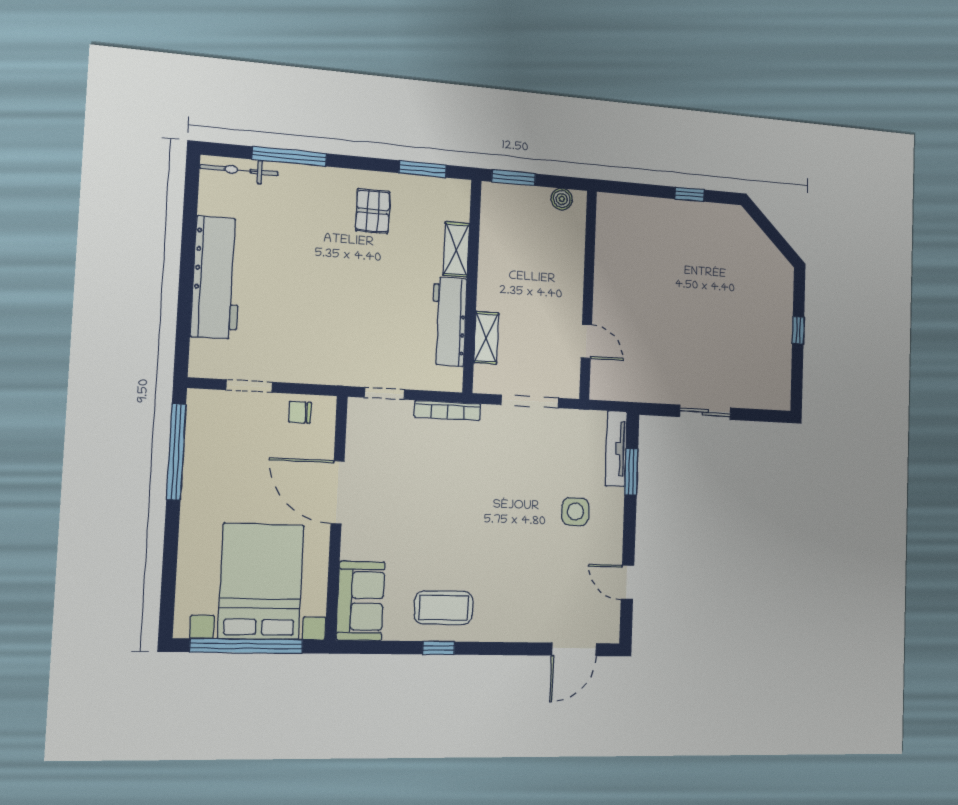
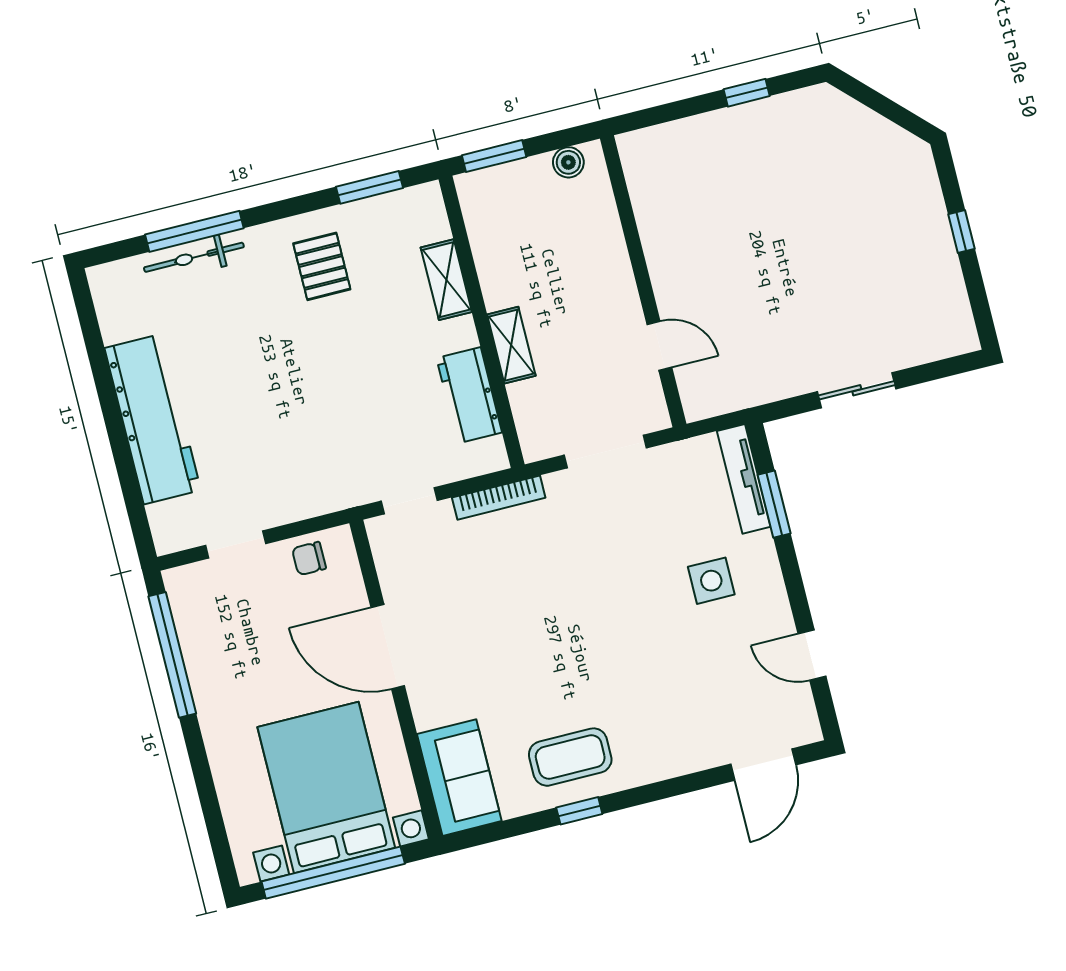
bicycle: (239, 170) -> (194, 257), moved
workbench: (449, 321) -> (469, 395), width x0.73
shelving: (486, 338) -> (511, 345), moved

